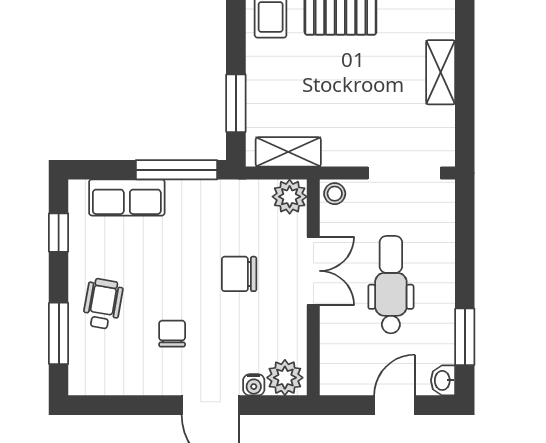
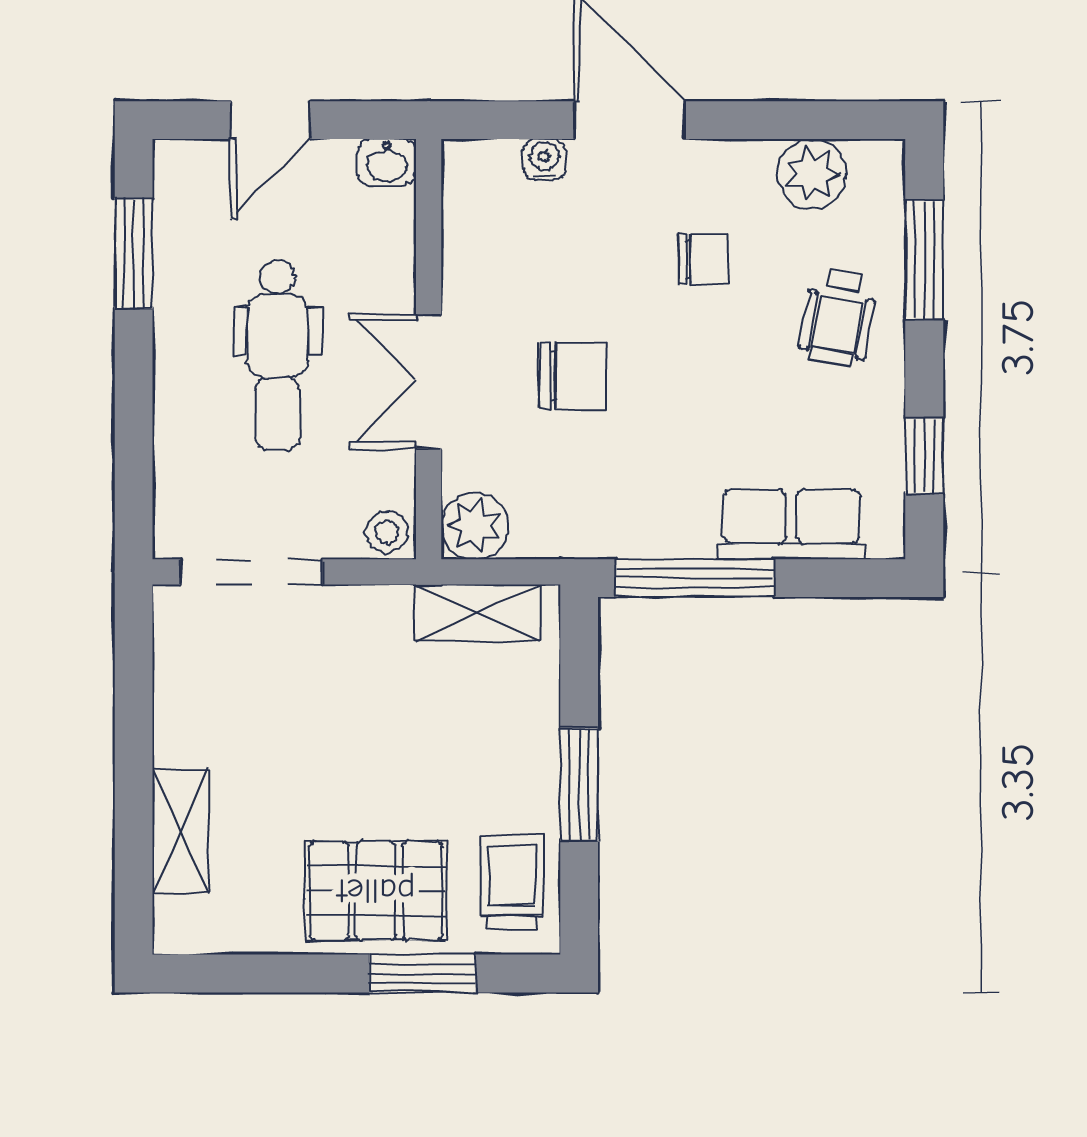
shelving: (441, 72) -> (181, 831), moved
window: (236, 103) -> (579, 784), moved
chair: (172, 334) -> (703, 259), turned -90
plant: (285, 378) -> (812, 174), moved
washbasin: (443, 380) -> (387, 162), moved, turned 90

